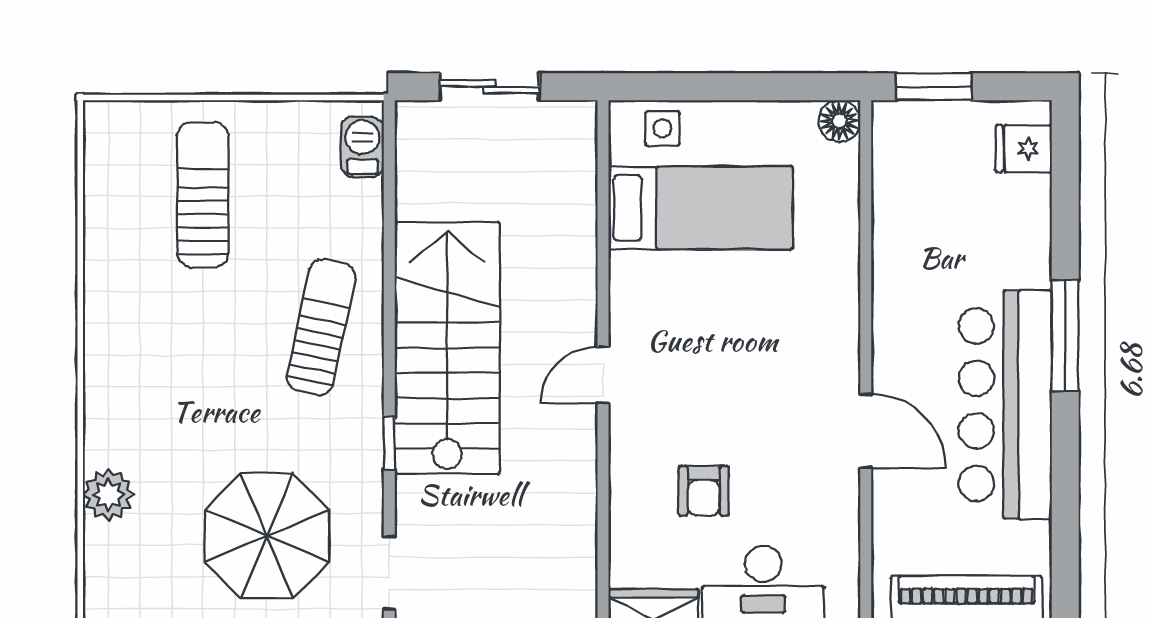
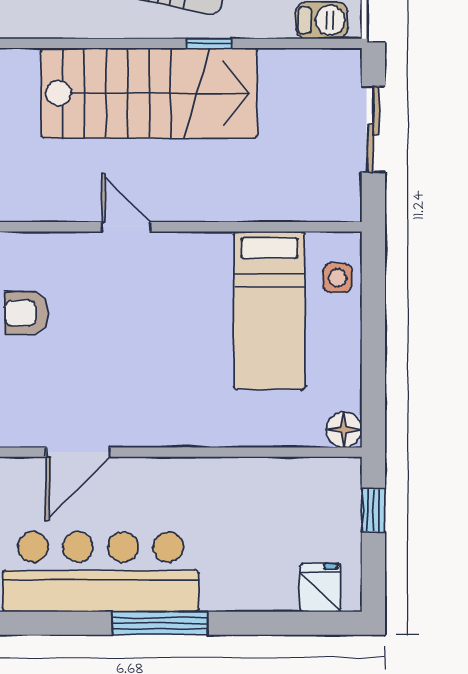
window: (934, 87) -> (373, 511), width x0.67
window: (389, 443) -> (209, 43), moved

